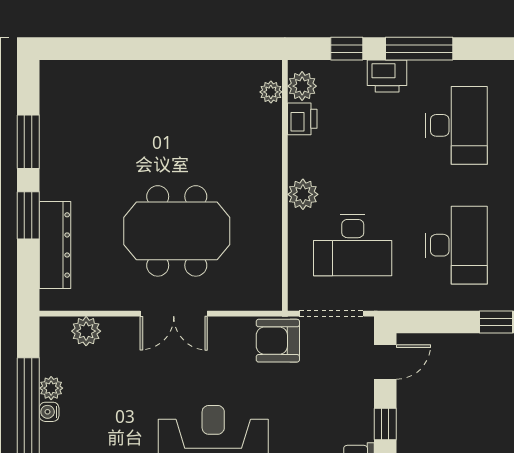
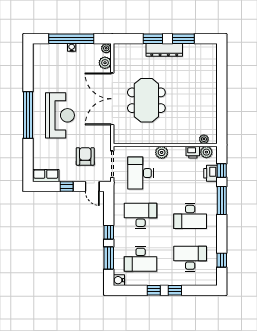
printer: (387, 76) -> (211, 173), moved
dresser: (55, 245) -> (164, 50), moved
desk: (456, 245) -> (141, 216), turned 180
double door: (174, 314) -> (112, 99), width x1.87
armchair: (278, 341) -> (85, 156), moved
plant: (51, 388) -> (106, 48), moved

